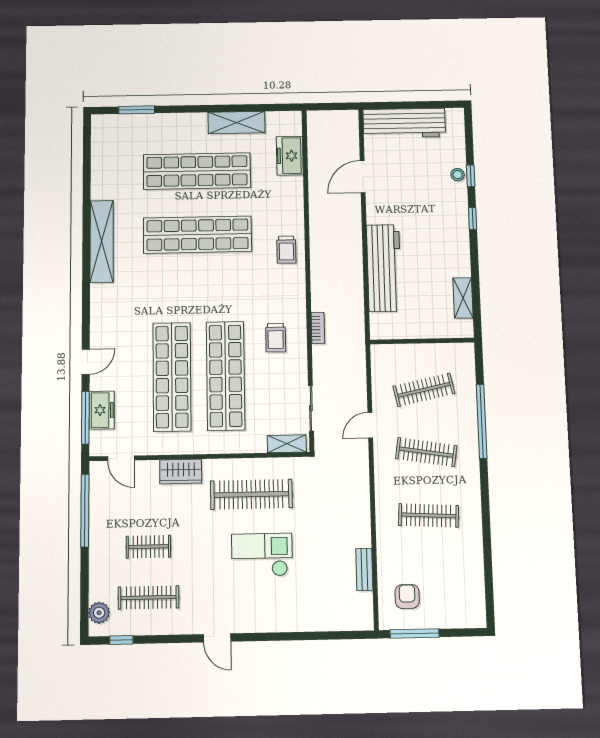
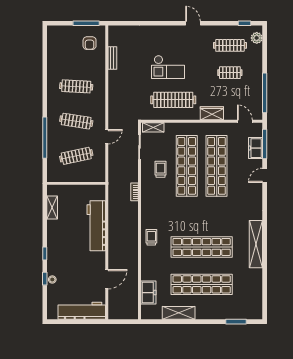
trolley: (276, 338) -> (161, 169), moved

